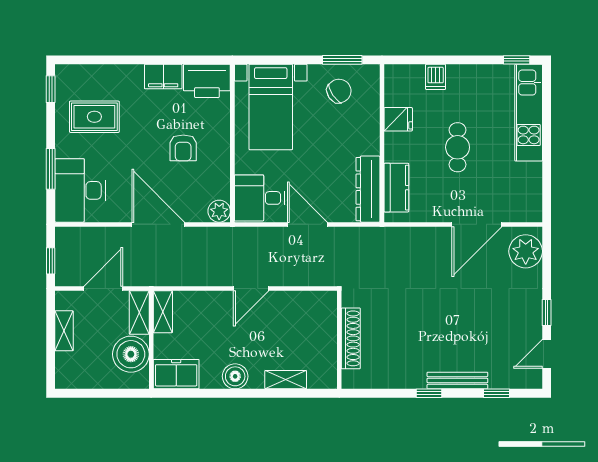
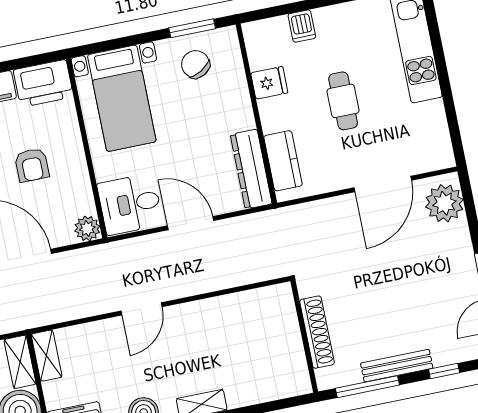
chair: (339, 91) -> (196, 64), turned -86
shoe rack: (351, 338) -> (317, 332), moved
wall: (339, 340) -> (304, 336), moved
window: (429, 393) -> (367, 387), width x2.17

